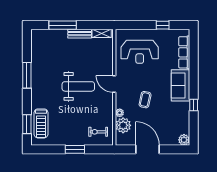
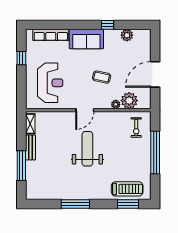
plant: (184, 140) -> (127, 35), moved
window: (75, 149) -> (155, 153), width x2.11

